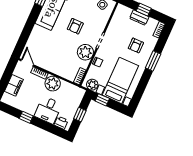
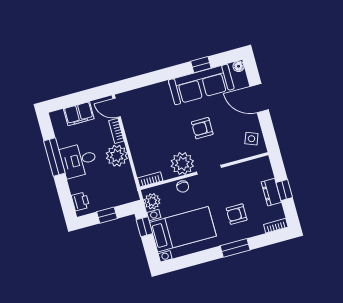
door: (27, 63) -> (117, 108), swing flipped
desk: (48, 110) -> (79, 160), moved
window: (26, 117) -> (54, 157), width x2.17

